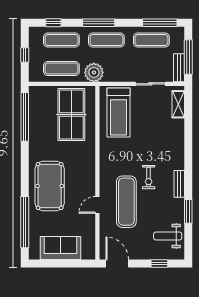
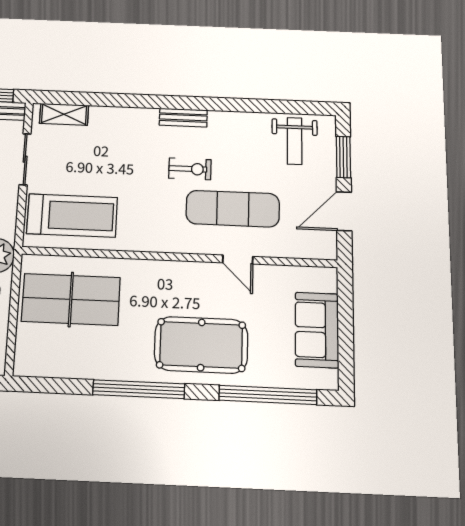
window: (25, 117) -> (139, 389), moved
bench: (179, 184) -> (183, 118), moved
window: (188, 211) -> (252, 106), removed
door: (117, 264) -> (344, 211), moved
window: (159, 264) -> (343, 157), width x1.50

